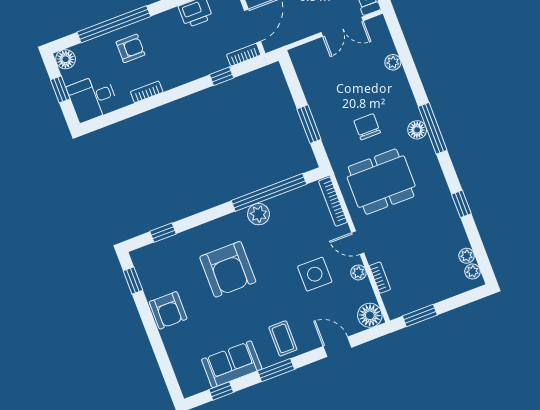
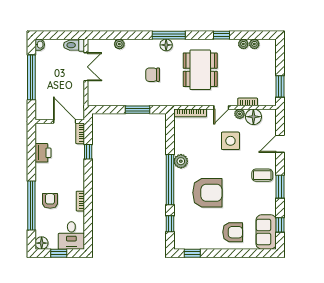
dining table: (381, 182) -> (200, 70), moved
window: (269, 192) -> (170, 180), moved
plant: (473, 271) -> (243, 44), moved
armchair: (168, 310) -> (233, 232), moved
floor lamp: (370, 315) -> (253, 117), moved
sofa: (232, 364) -> (266, 232), moved

